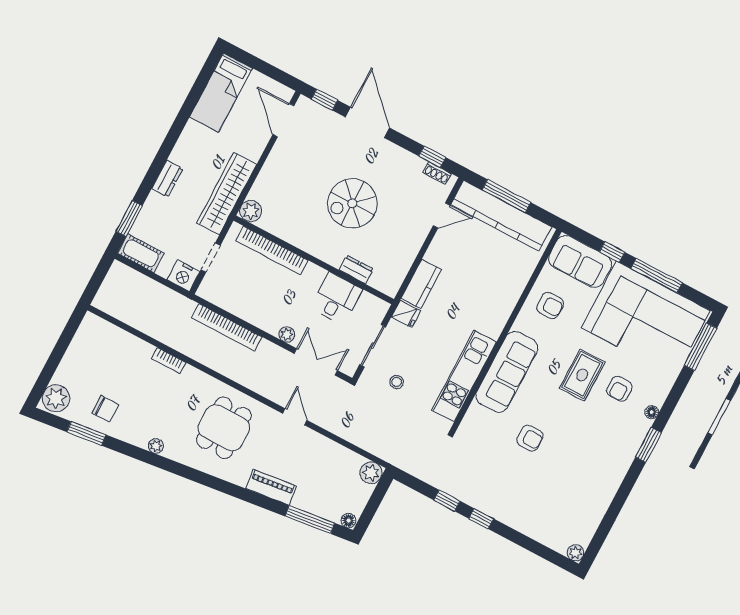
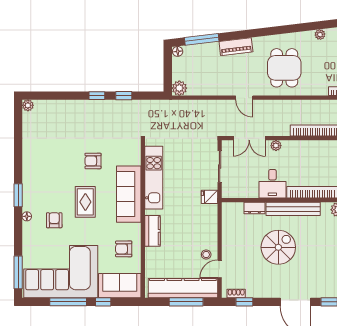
bench: (308, 242) -> (293, 209), added
kitchen counter: (421, 284) -> (153, 231), moved, turned 180
desk: (336, 299) -> (272, 184), moved
rug: (582, 375) -> (85, 202), moved
stool: (397, 382) -> (206, 255), moved

